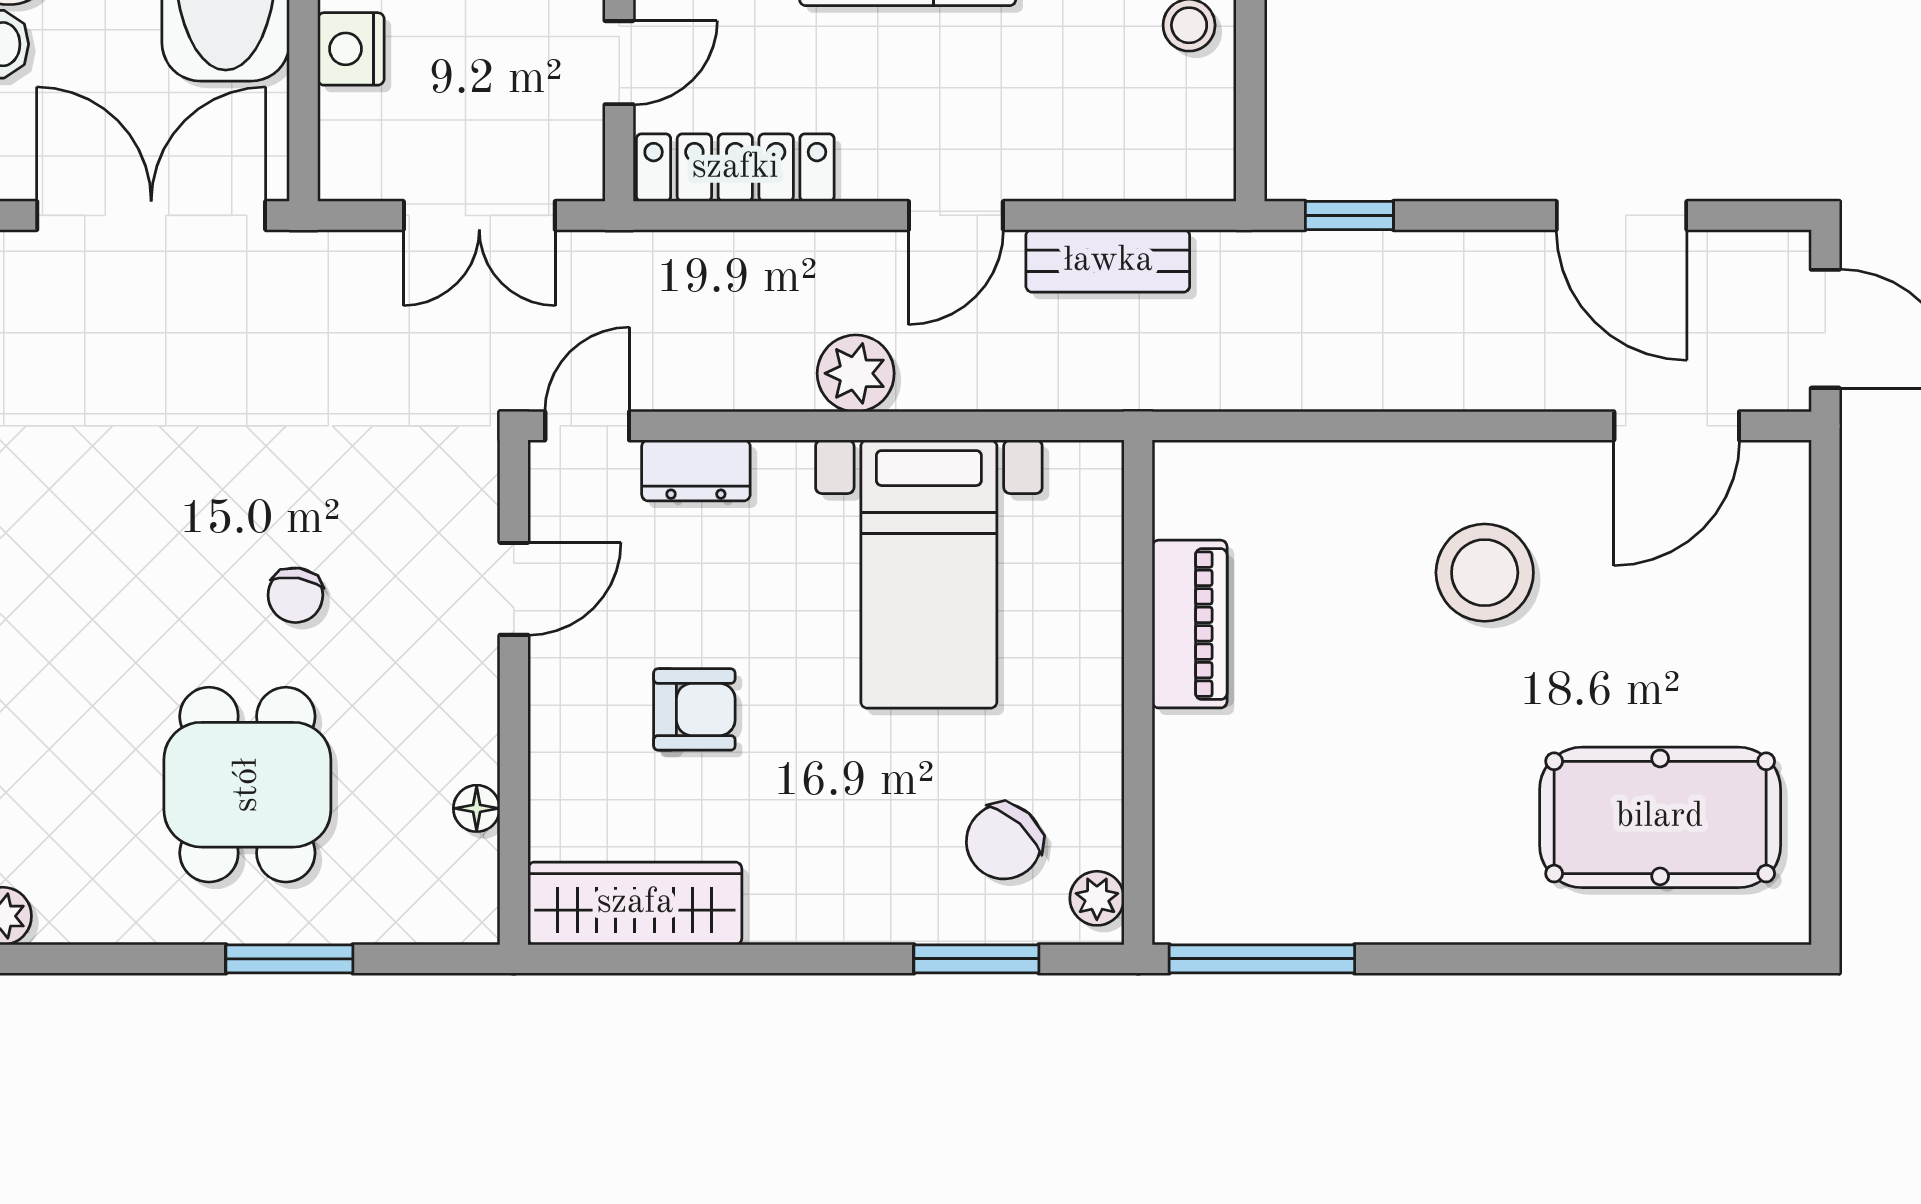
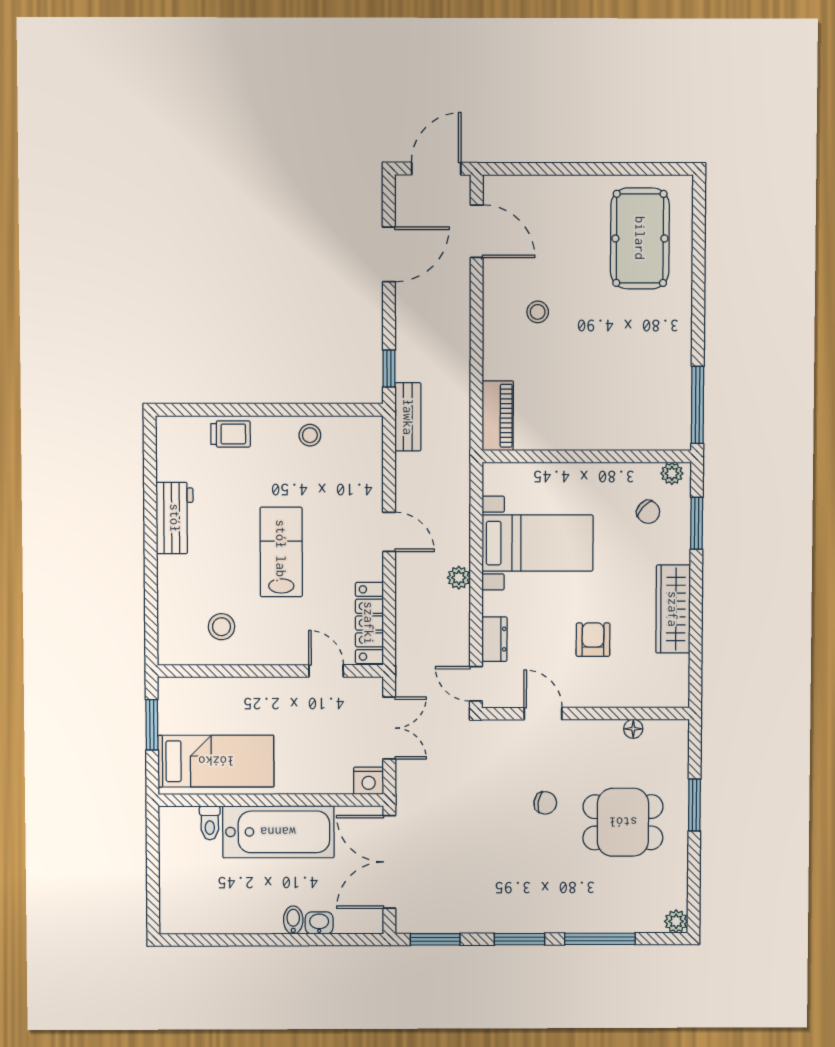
nightstand: (351, 49) -> (369, 781), moved
bench: (1108, 261) -> (408, 417), moved
plant: (856, 373) -> (459, 578), width x0.73, depth x0.73
stool: (1485, 573) -> (538, 312), width x0.53, depth x0.53
piano: (1190, 624) -> (498, 416), moved, turned 90
chair: (1004, 841) -> (648, 512), width x0.73, depth x0.73
wardrobe: (635, 903) -> (673, 609), moved

